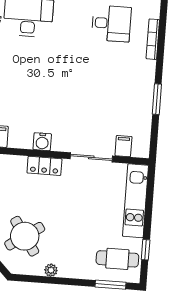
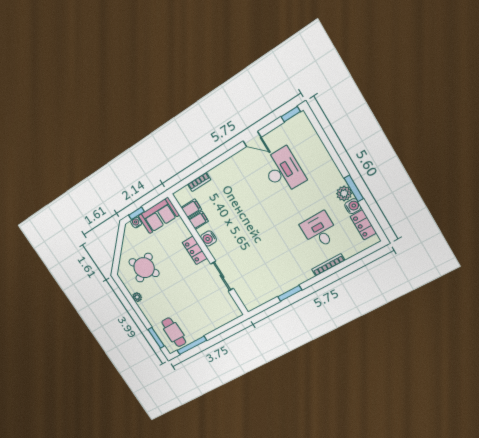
desk: (111, 23) -> (319, 230), turned 180
filing cabinet: (123, 146) -> (198, 220), moved
kitchen unit: (136, 201) -> (216, 321), removed
window: (146, 250) -> (192, 345), width x2.17

